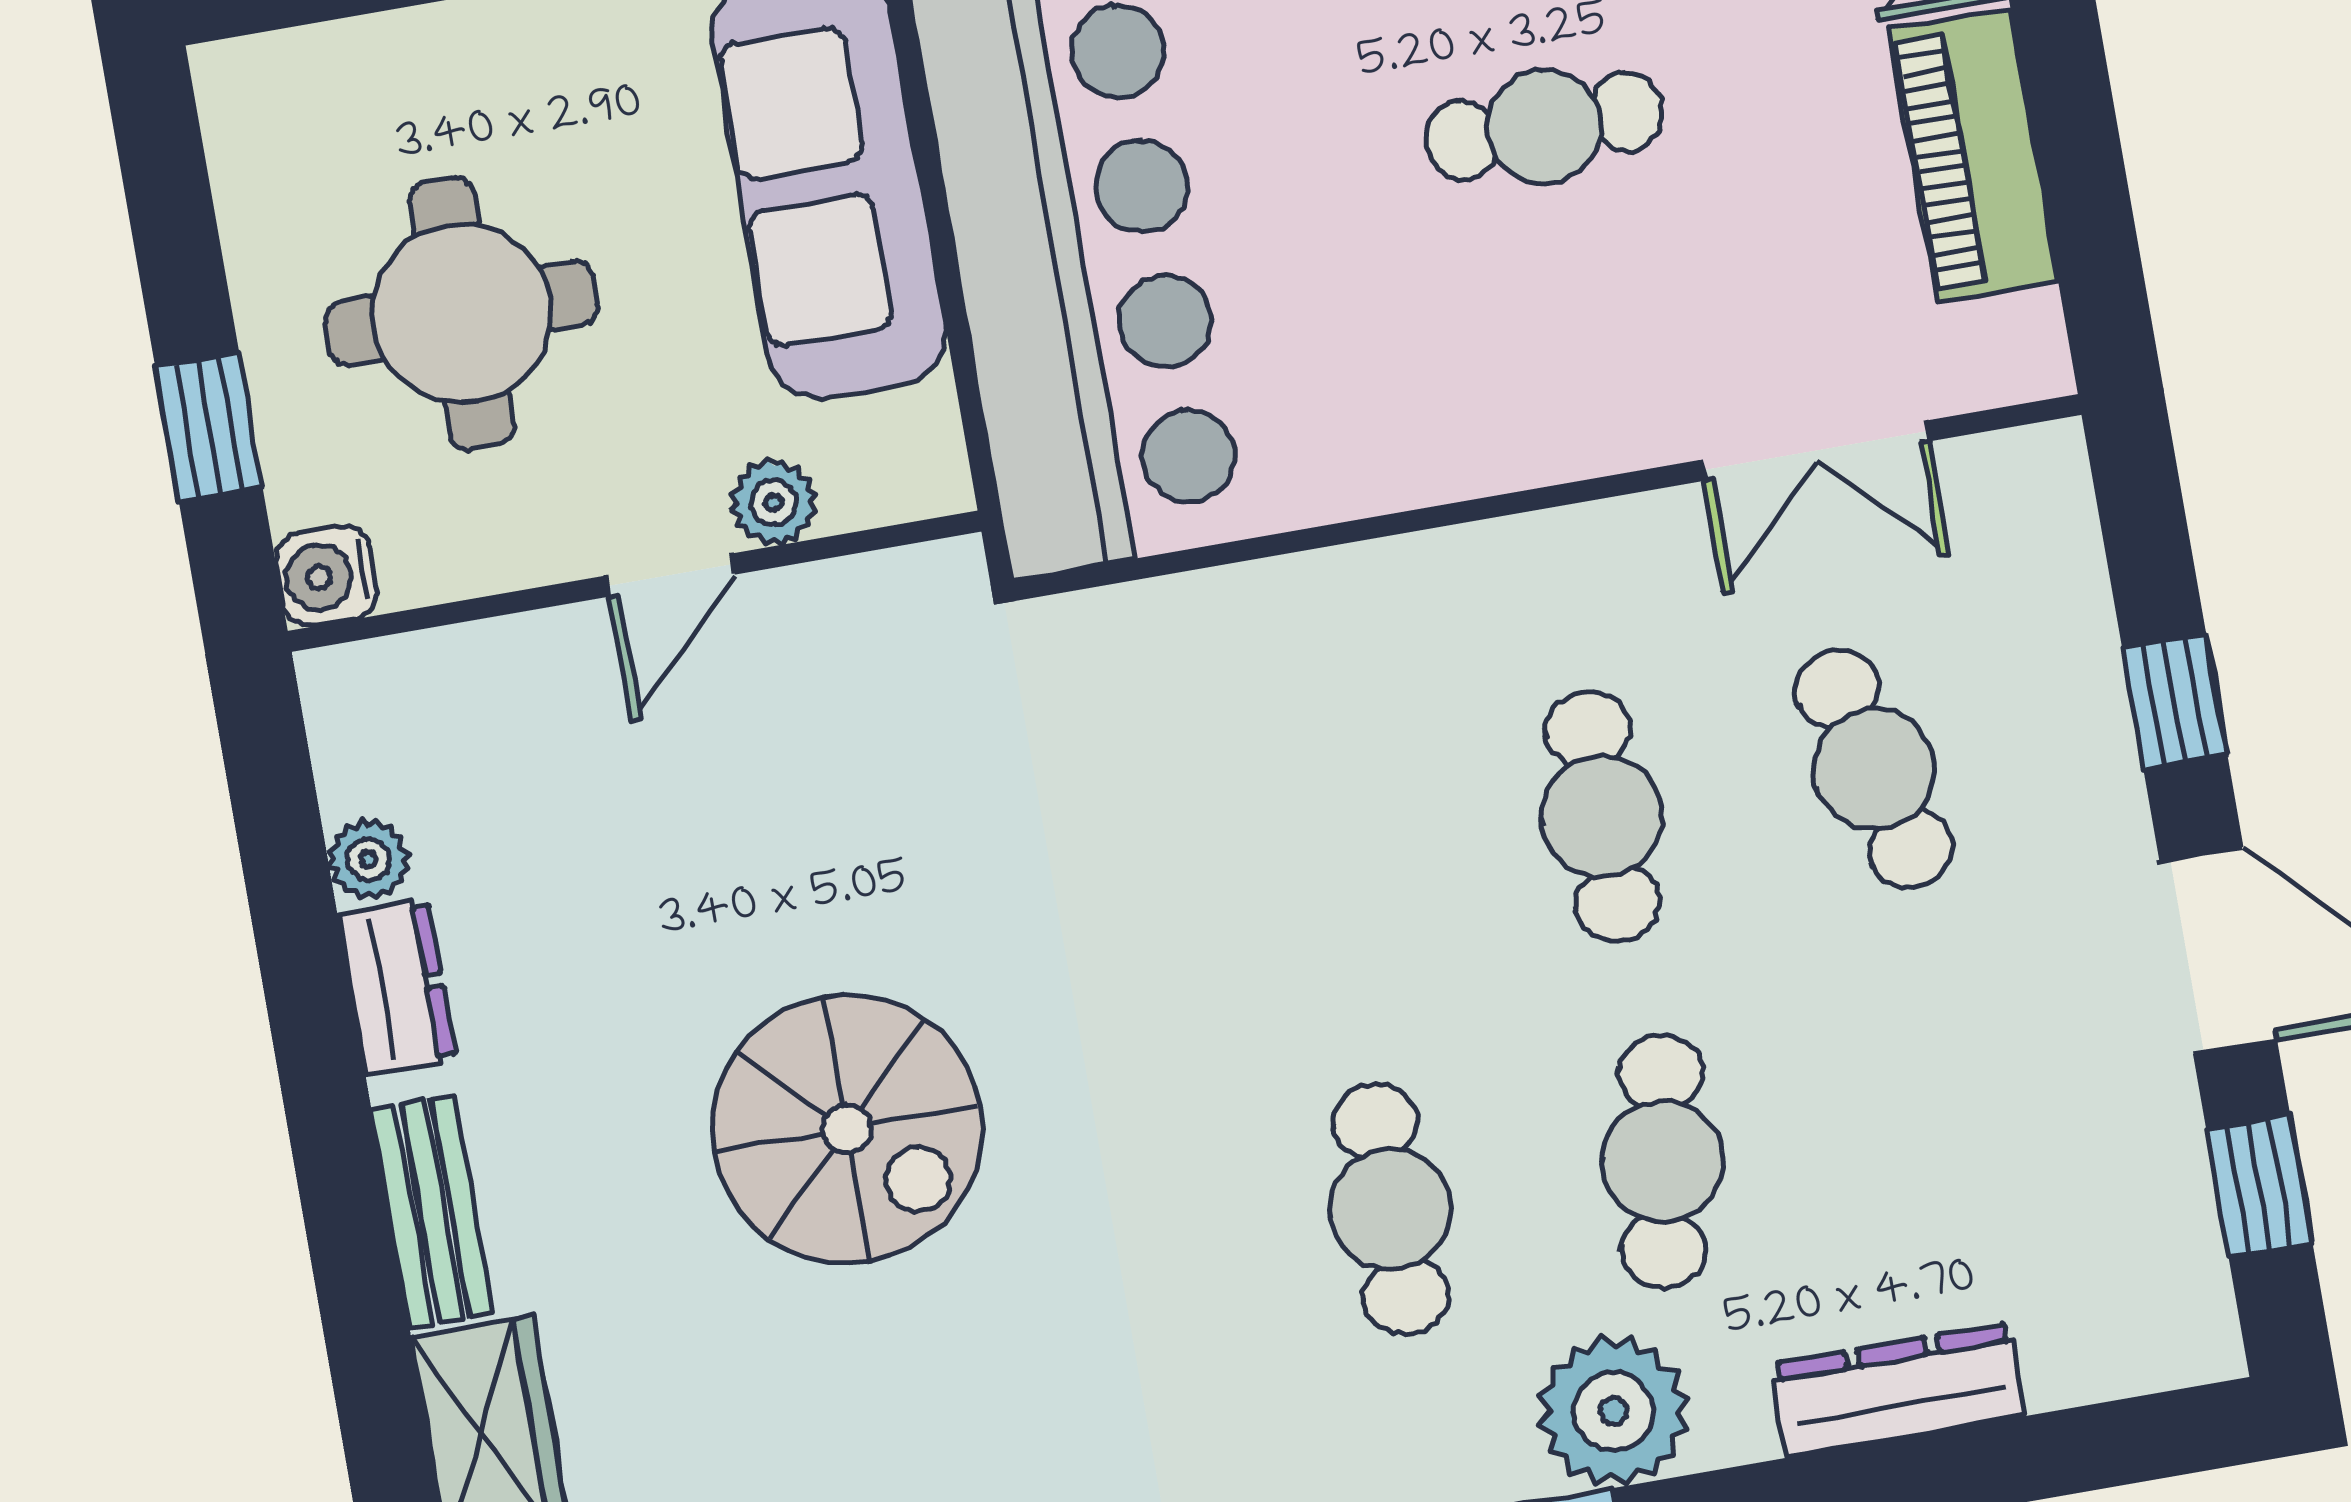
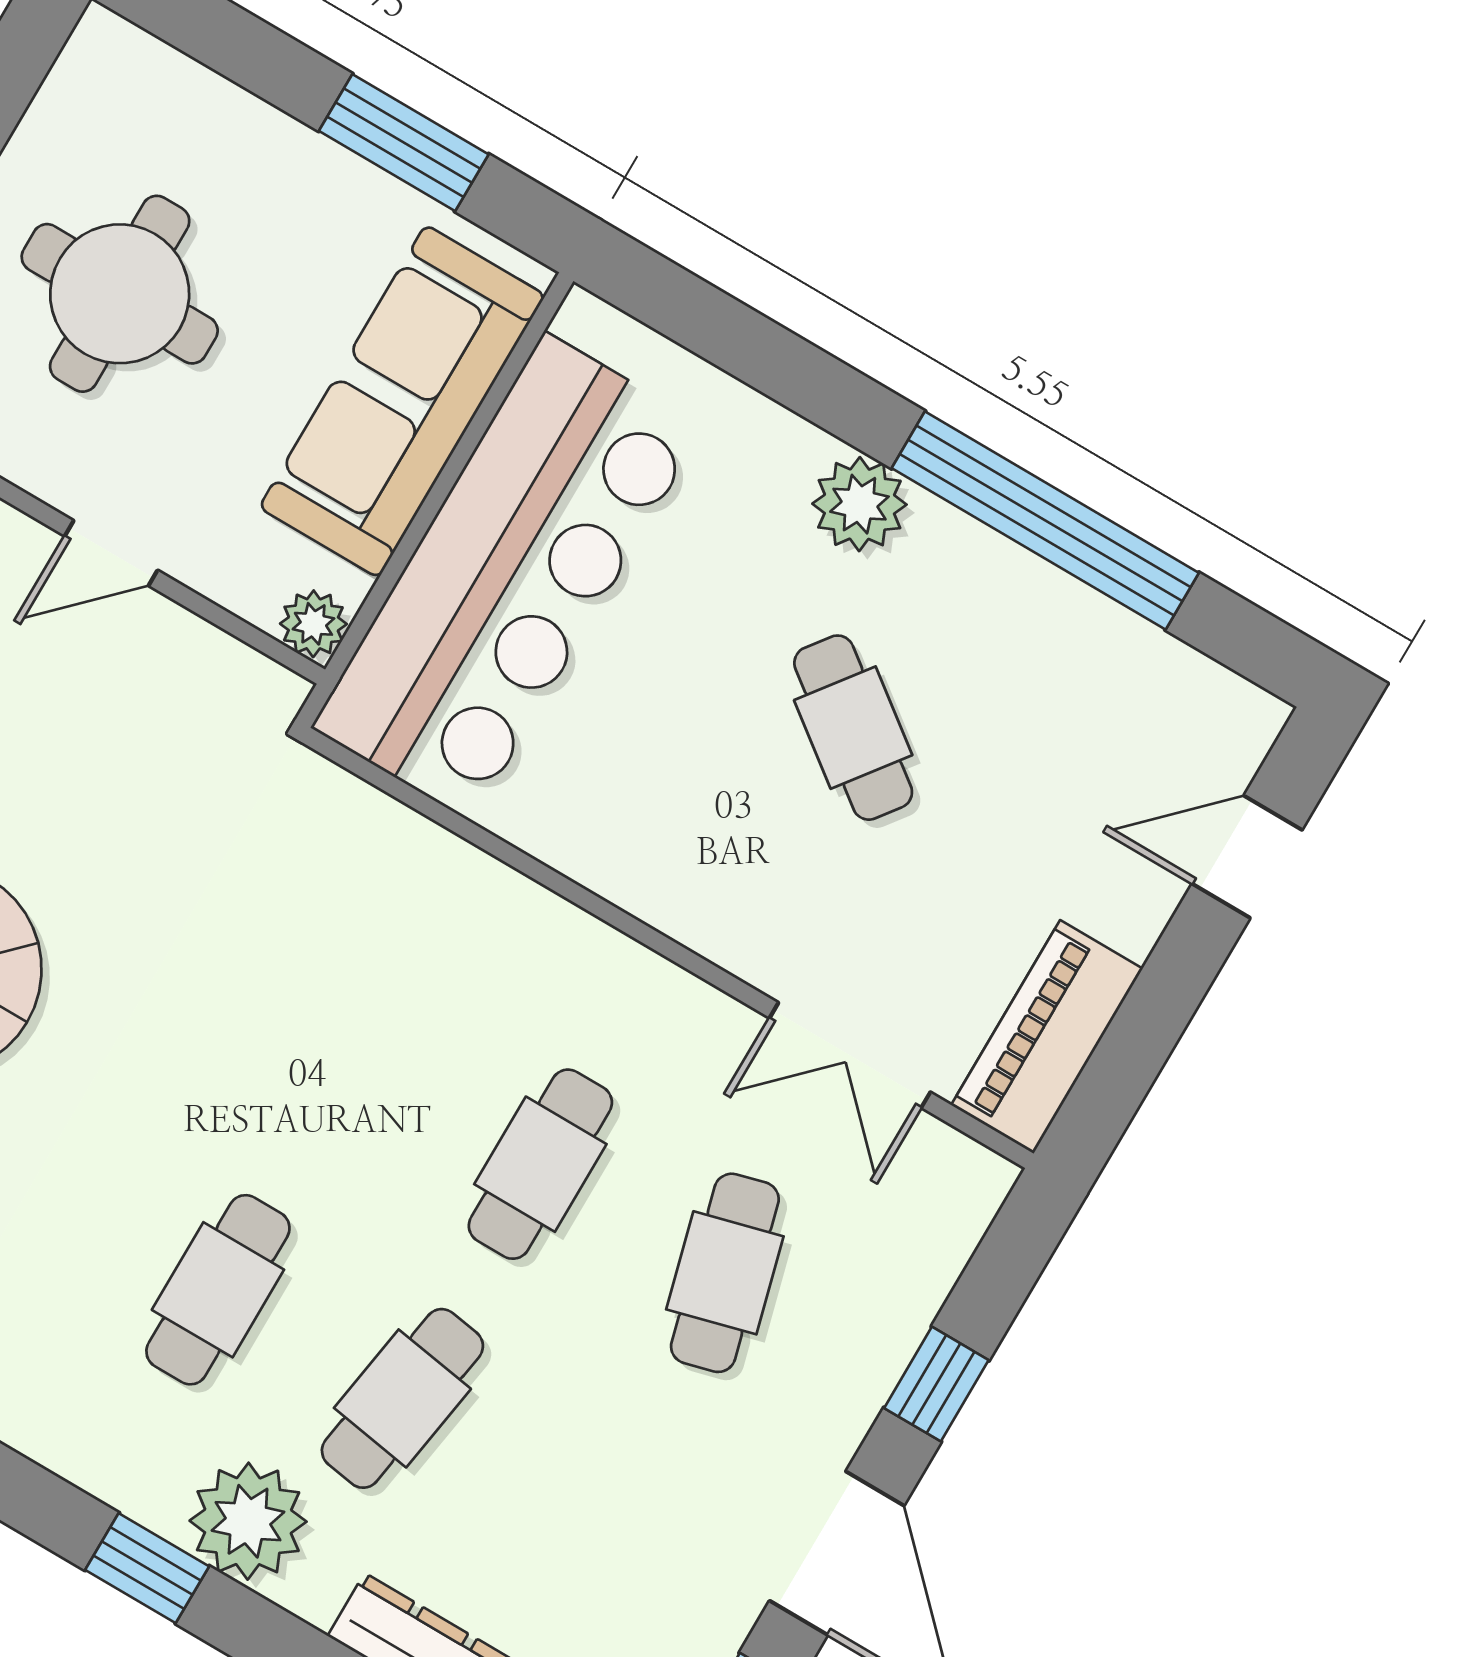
cafe table: (1544, 126) -> (853, 728), turned 37
piano: (1973, 155) -> (1047, 1037), moved
plant: (774, 502) -> (313, 624), moved

